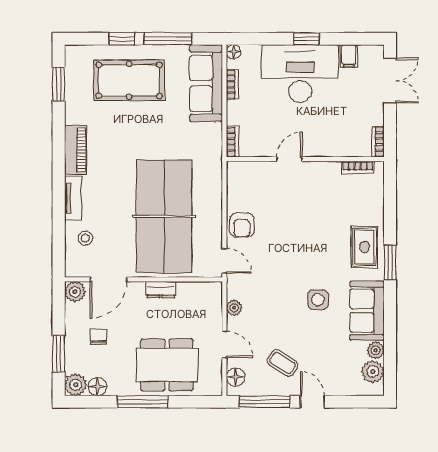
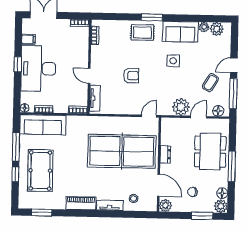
tv unit: (252, 169) -> (95, 98), added
armchair: (242, 225) -> (131, 76), moved
plant: (234, 308) -> (181, 107), width x1.87, depth x1.87

